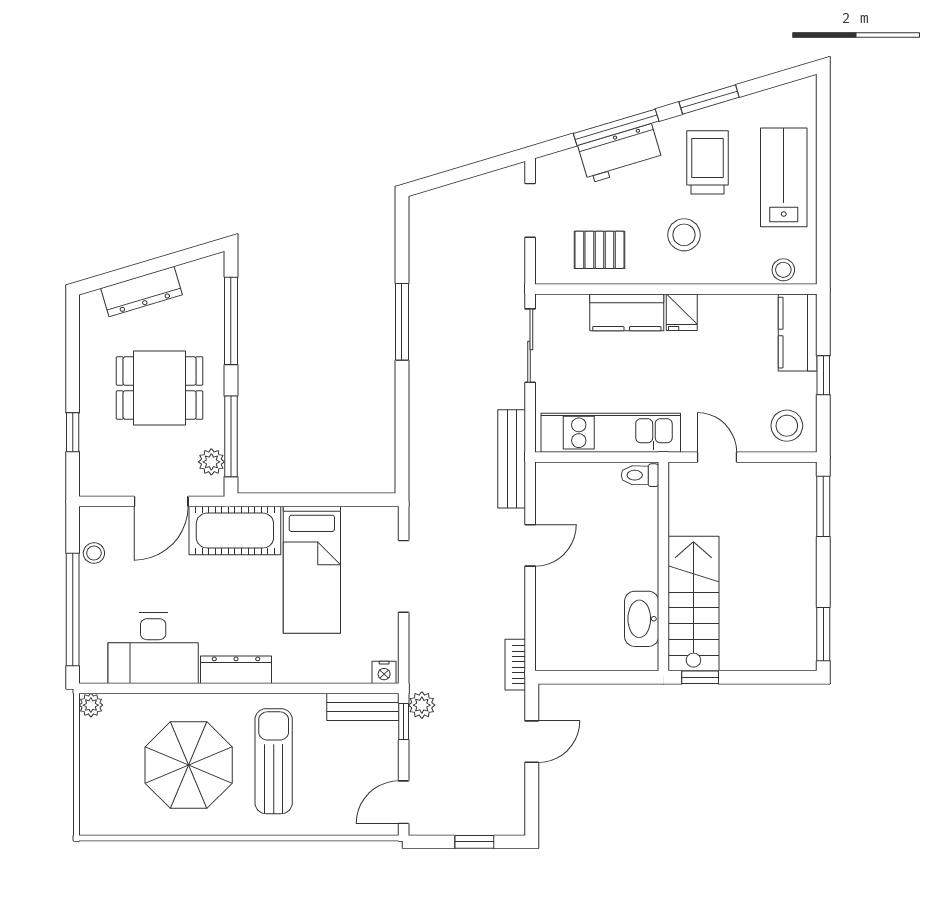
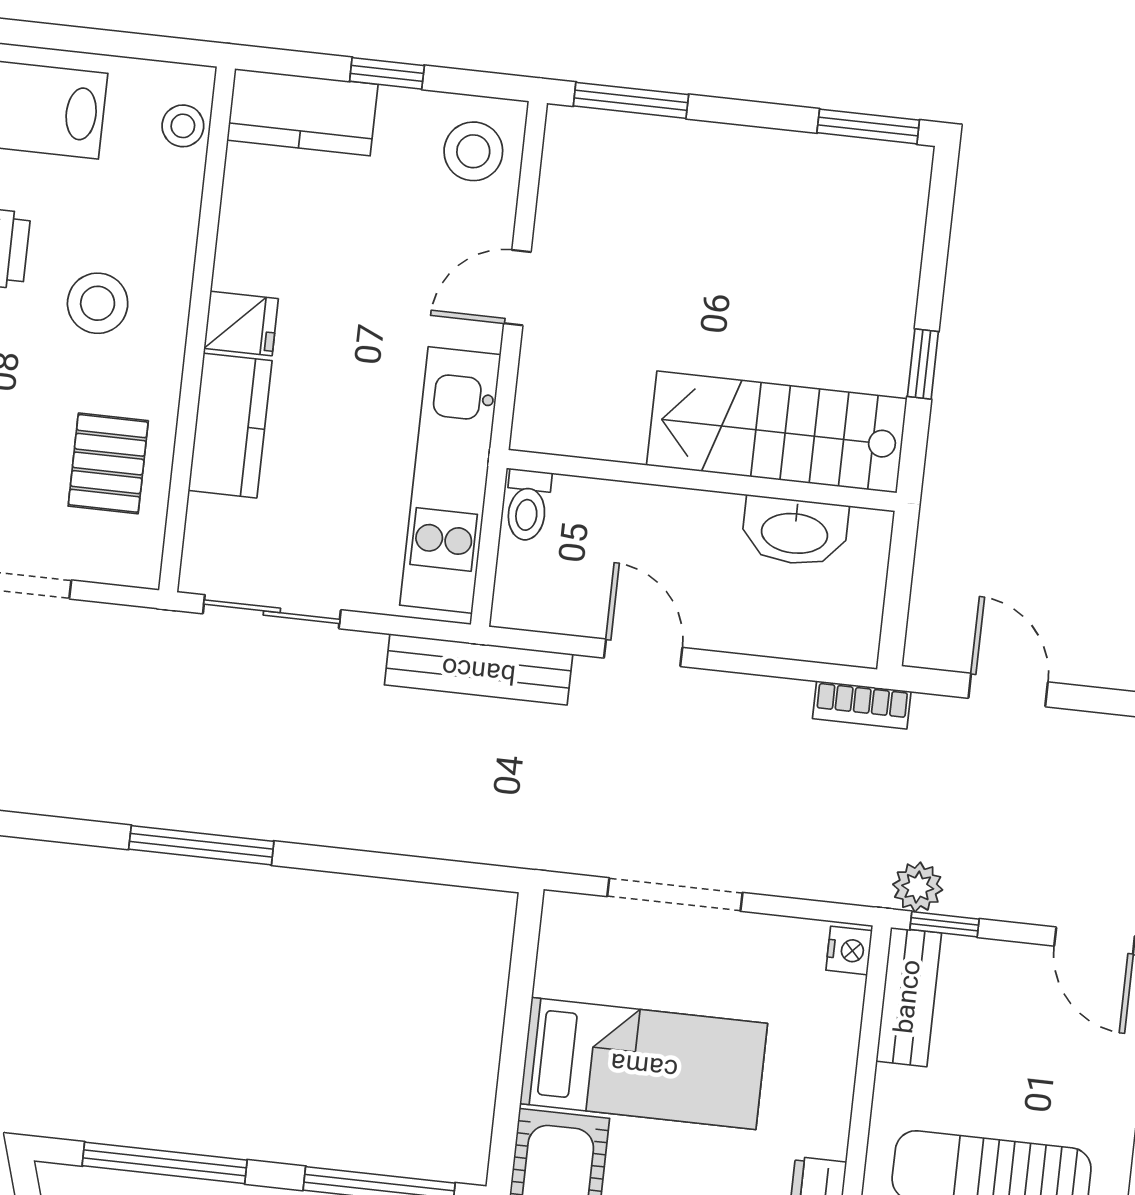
toilet: (640, 475) -> (527, 505), moved
wall: (663, 566) -> (702, 480), moved
stairs: (693, 603) -> (777, 432), moved
washbasin: (642, 619) -> (795, 531), moved

